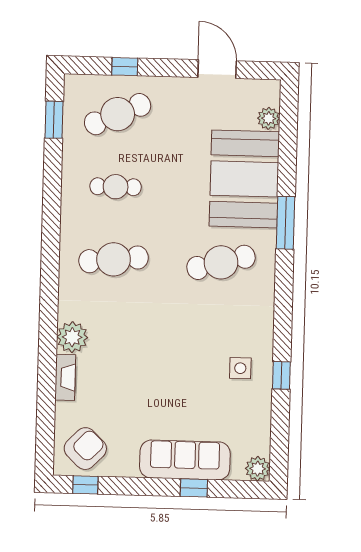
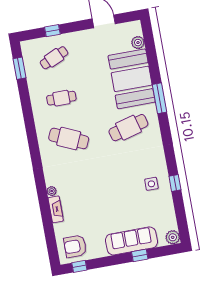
cafe table: (118, 114) -> (54, 58), width x0.73, depth x0.74
cafe table: (114, 259) -> (69, 138), turned 30
plant: (72, 337) -> (52, 191), width x0.53, depth x0.53
armchair: (85, 449) -> (75, 246), turned -134

